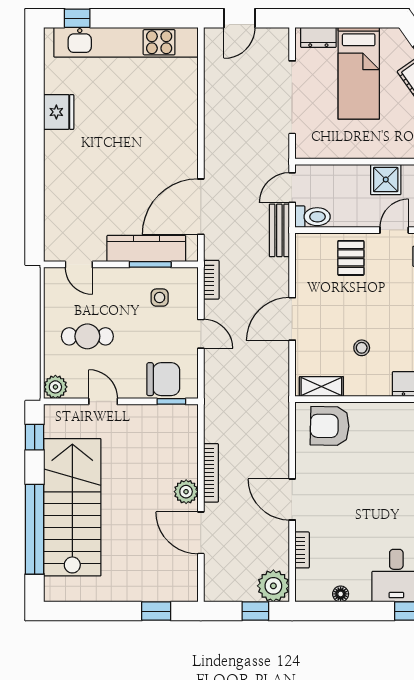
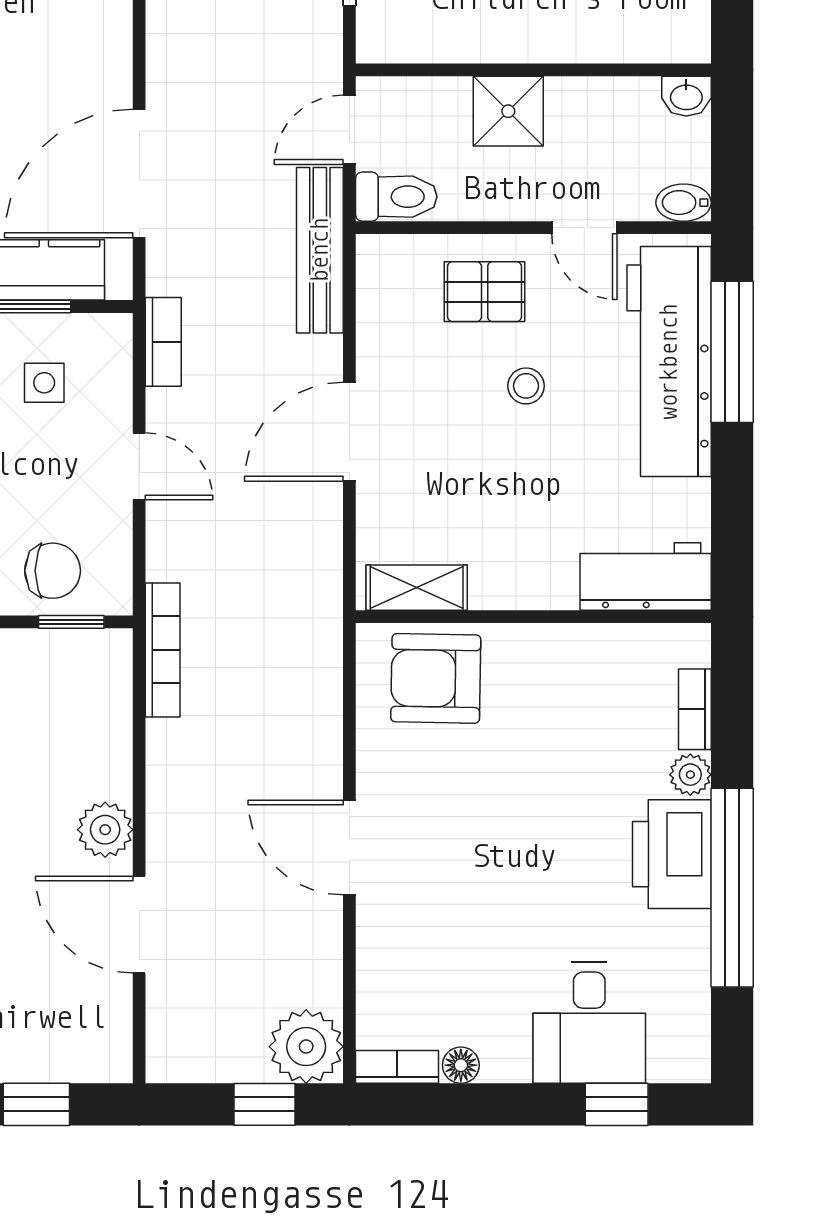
shower: (386, 180) -> (508, 111), moved
bench: (279, 230) -> (320, 250), width x1.36
door: (394, 230) -> (584, 228), swing flipped
pallet: (351, 258) -> (485, 292), turned 90
stool: (362, 348) -> (526, 386), moved
chair: (163, 379) -> (53, 571), width x0.73, depth x0.73
bookcase: (211, 473) -> (163, 650), moved
bookcase: (302, 550) -> (397, 1067), moved, turned -90

